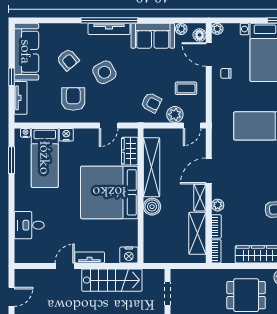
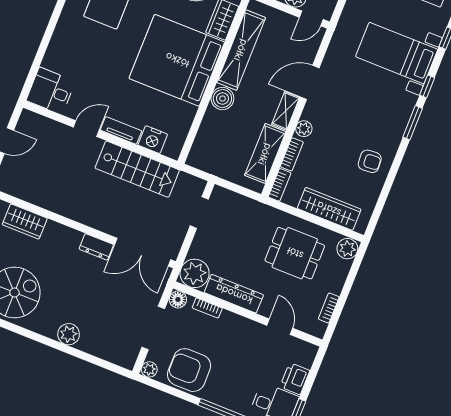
desk: (29, 225) -> (51, 91), moved
nightstand: (129, 255) -> (153, 140), moved

